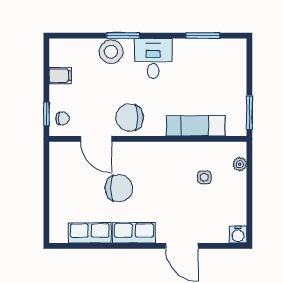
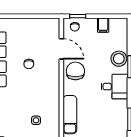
door: (96, 139) -> (61, 49), swing flipped
chair: (119, 188) -> (29, 64), width x0.54, depth x0.54

